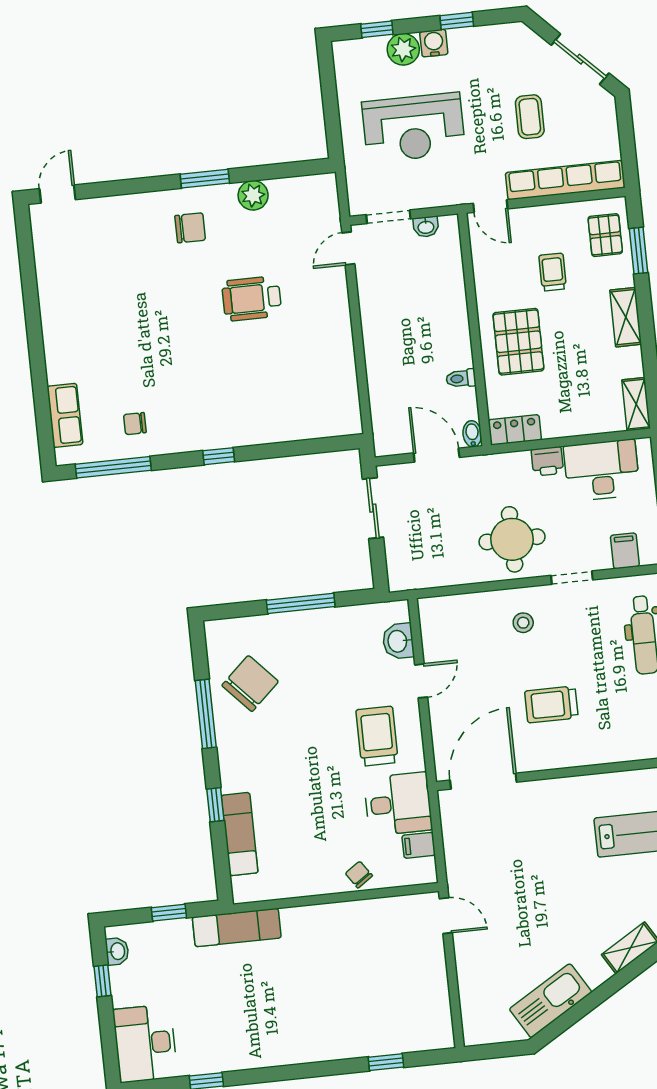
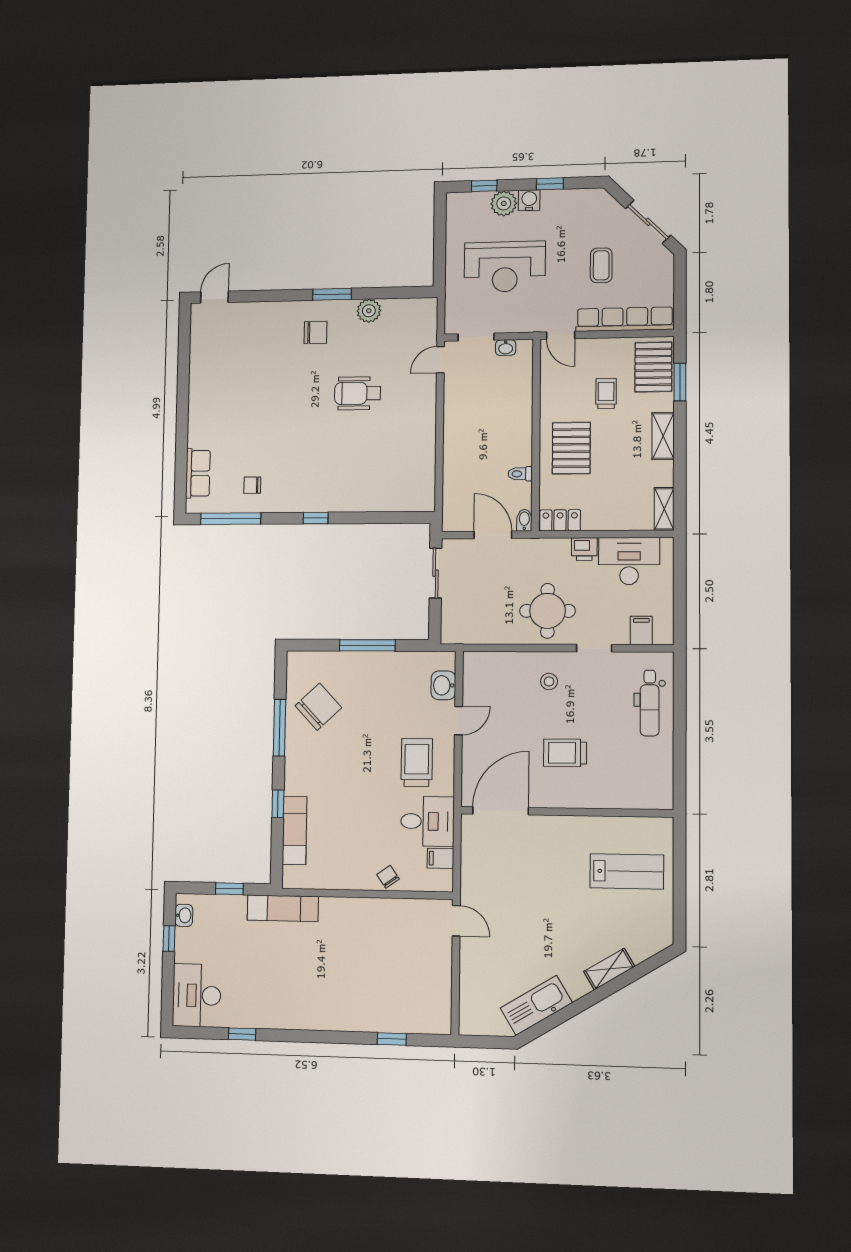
pallet: (605, 235) -> (653, 367), width x1.50, depth x1.42

